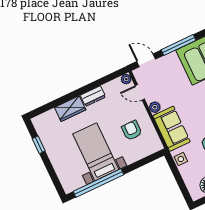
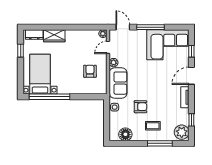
door: (140, 92) -> (108, 47), hinge flipped
dresser: (93, 96) -> (34, 35), moved
bed with nightstands: (96, 152) -> (40, 74), moved

